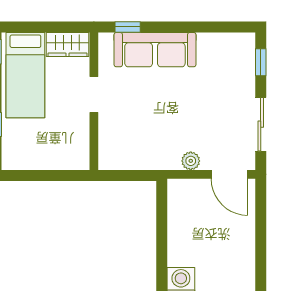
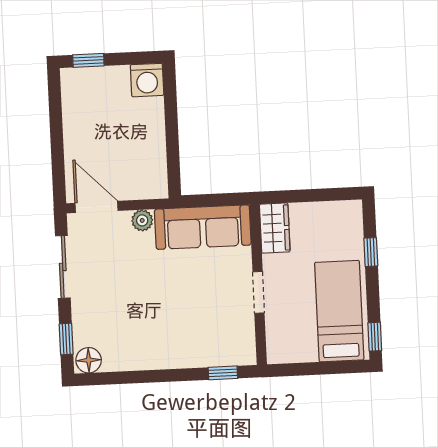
floor lamp: (242, 43) -> (89, 360), added
wardrobe: (67, 44) -> (275, 228), moved, turned 90
sofa: (155, 50) -> (203, 227), moved, turned 180

